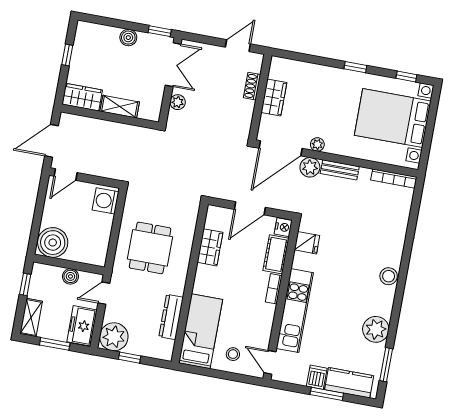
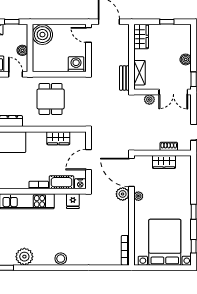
shelving: (120, 107) -> (139, 73), moved
bench: (340, 170) -> (124, 78), moved
door: (250, 208) -> (89, 160), hinge flipped
dining table: (150, 248) -> (51, 99), turned 90

